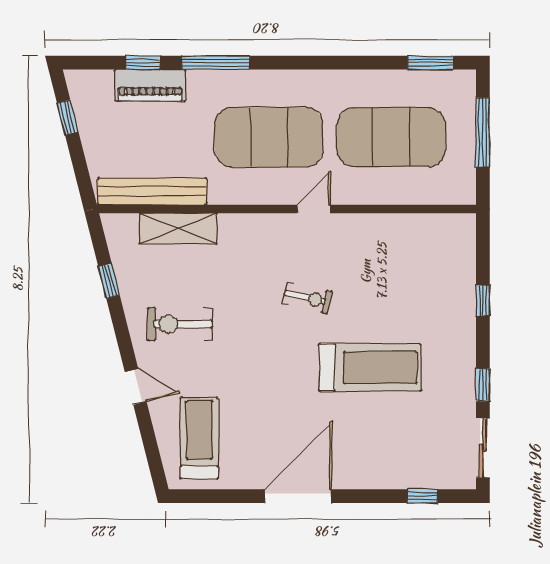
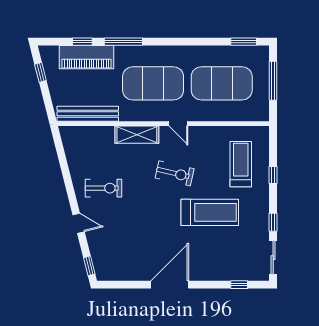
piano: (150, 85) -> (87, 57), width x1.37, depth x1.33
door: (314, 209) -> (178, 124), swing flipped
shelving: (178, 229) -> (137, 135), moved
window: (109, 281) -> (89, 266), moved
exercise bike: (307, 298) -> (175, 173), width x1.38, depth x1.39
exercise bike: (180, 324) -> (103, 188), turned 180
treadmill: (199, 438) -> (241, 164), moved

